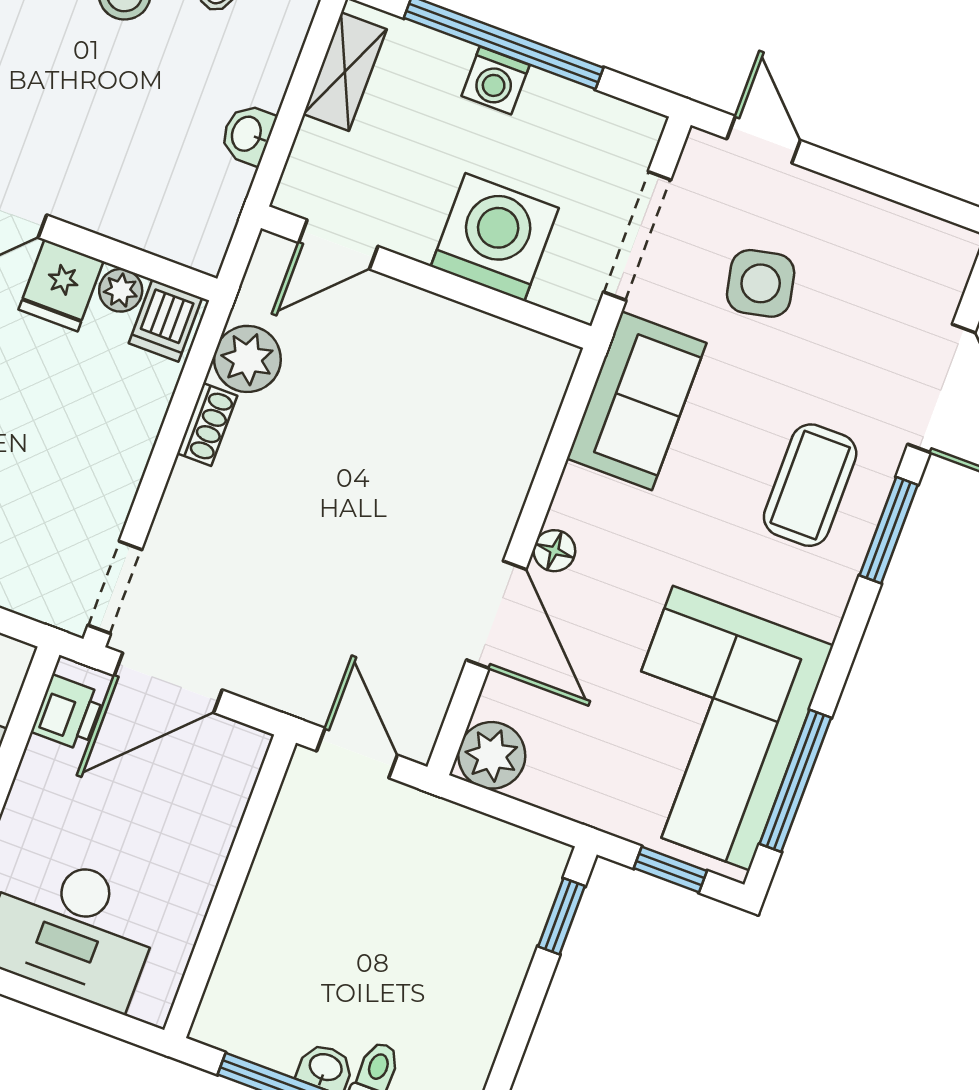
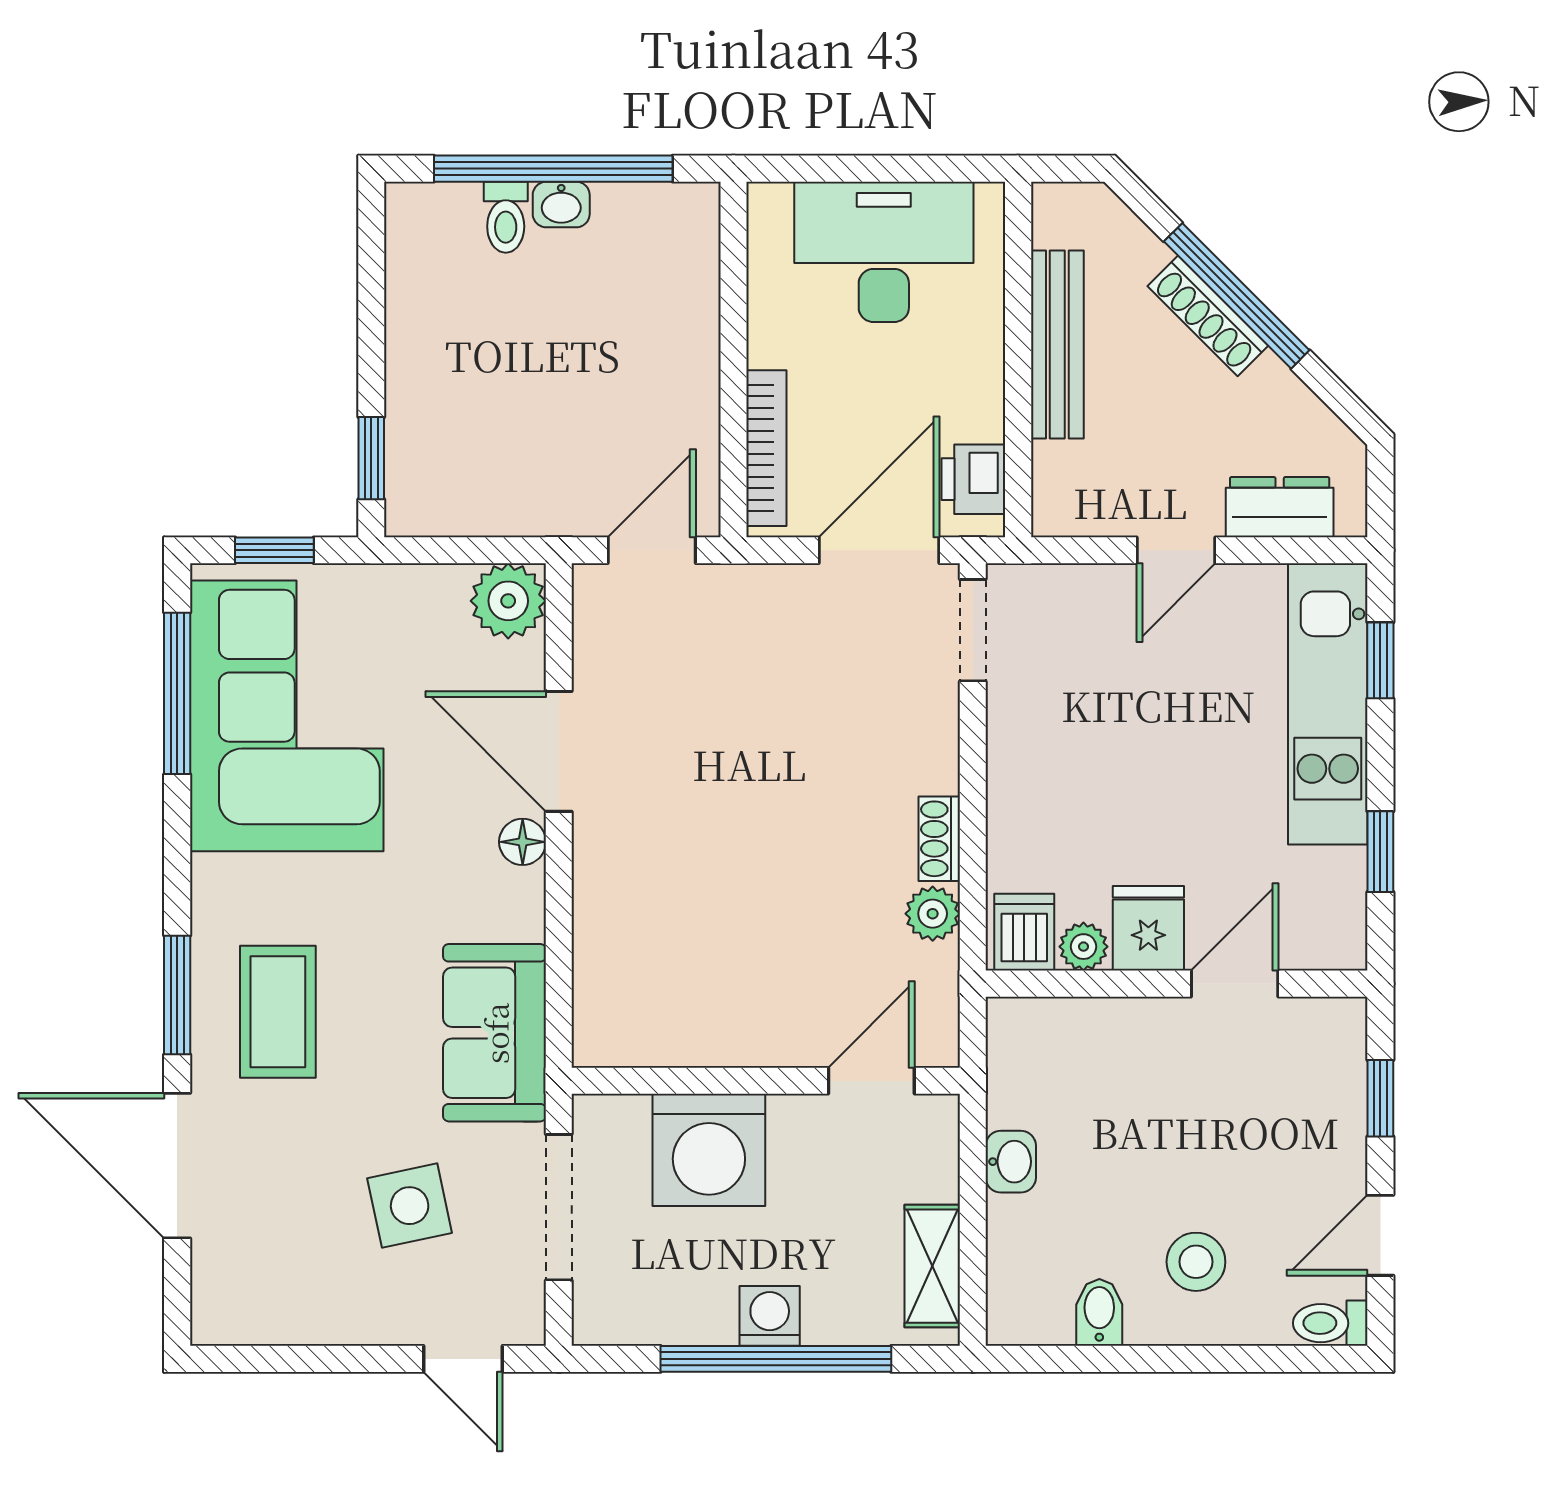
plant: (247, 359) -> (933, 914), width x0.73, depth x0.73
door: (357, 753) -> (652, 550), swing flipped
bookcase: (230, 803) -> (766, 448), added

